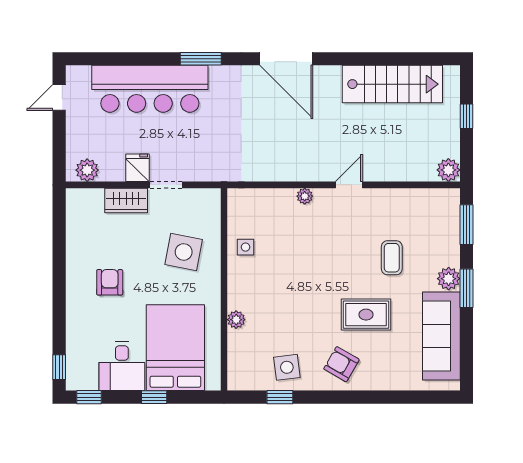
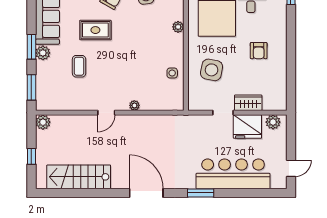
fridge: (138, 168) -> (247, 127), width x1.88, depth x1.34

